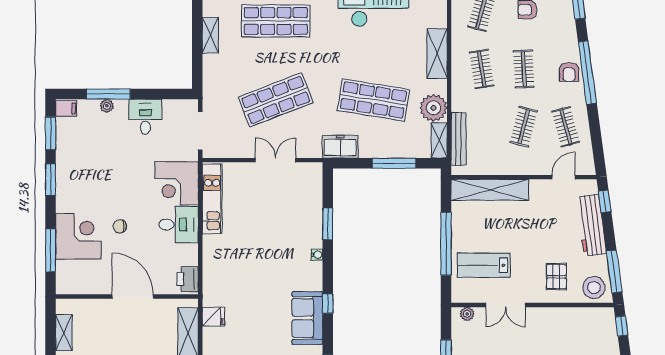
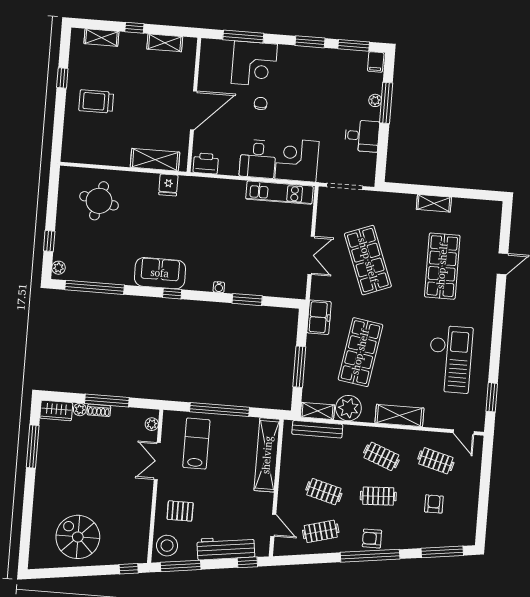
clothes rail: (482, 69) -> (381, 456), turned 30

